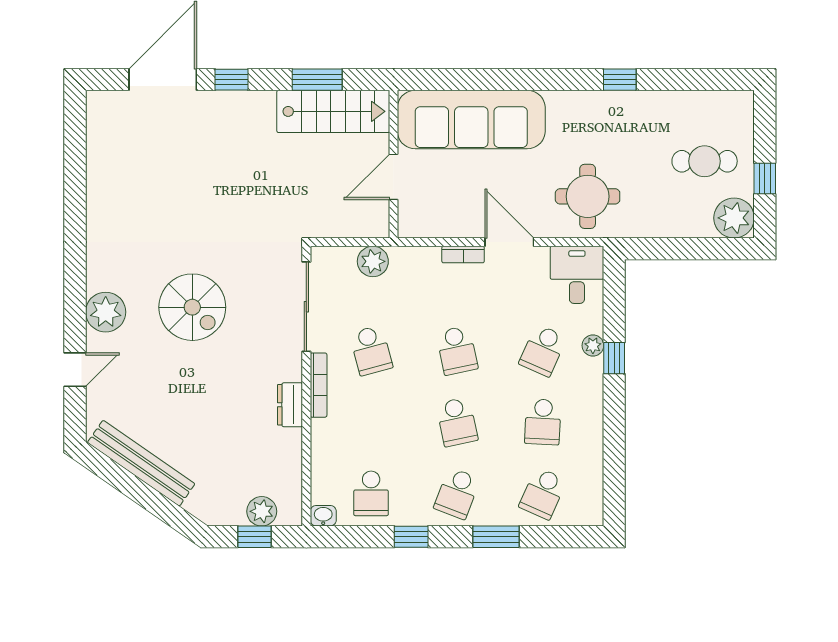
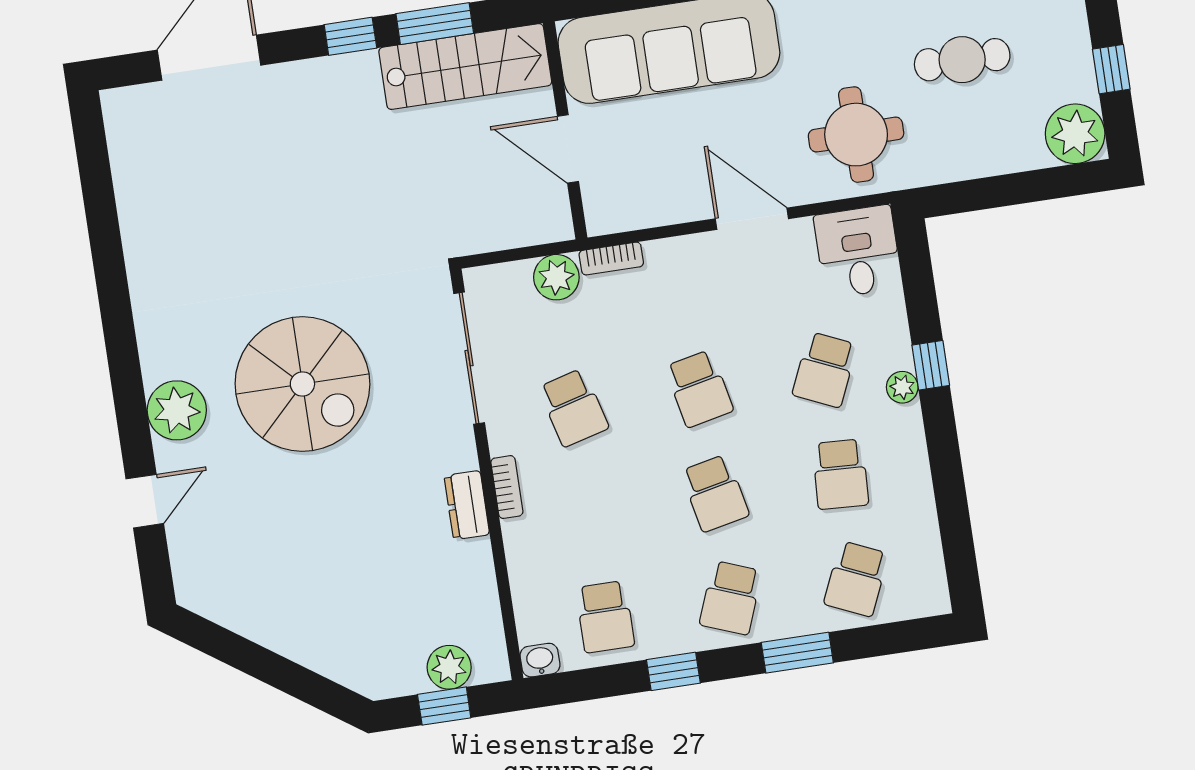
window: (232, 80) -> (350, 36), moved
cafe table: (705, 161) -> (962, 60), moved
door: (394, 177) -> (568, 149), hinge flipped
bookcase: (463, 255) -> (611, 259), moved
spiral stairs: (192, 307) -> (302, 384), width x1.37, depth x1.37
plant: (593, 346) -> (902, 387), moved
bookcase: (319, 385) -> (507, 487), width x0.64
bench: (141, 463) -> (262, 624), removed

